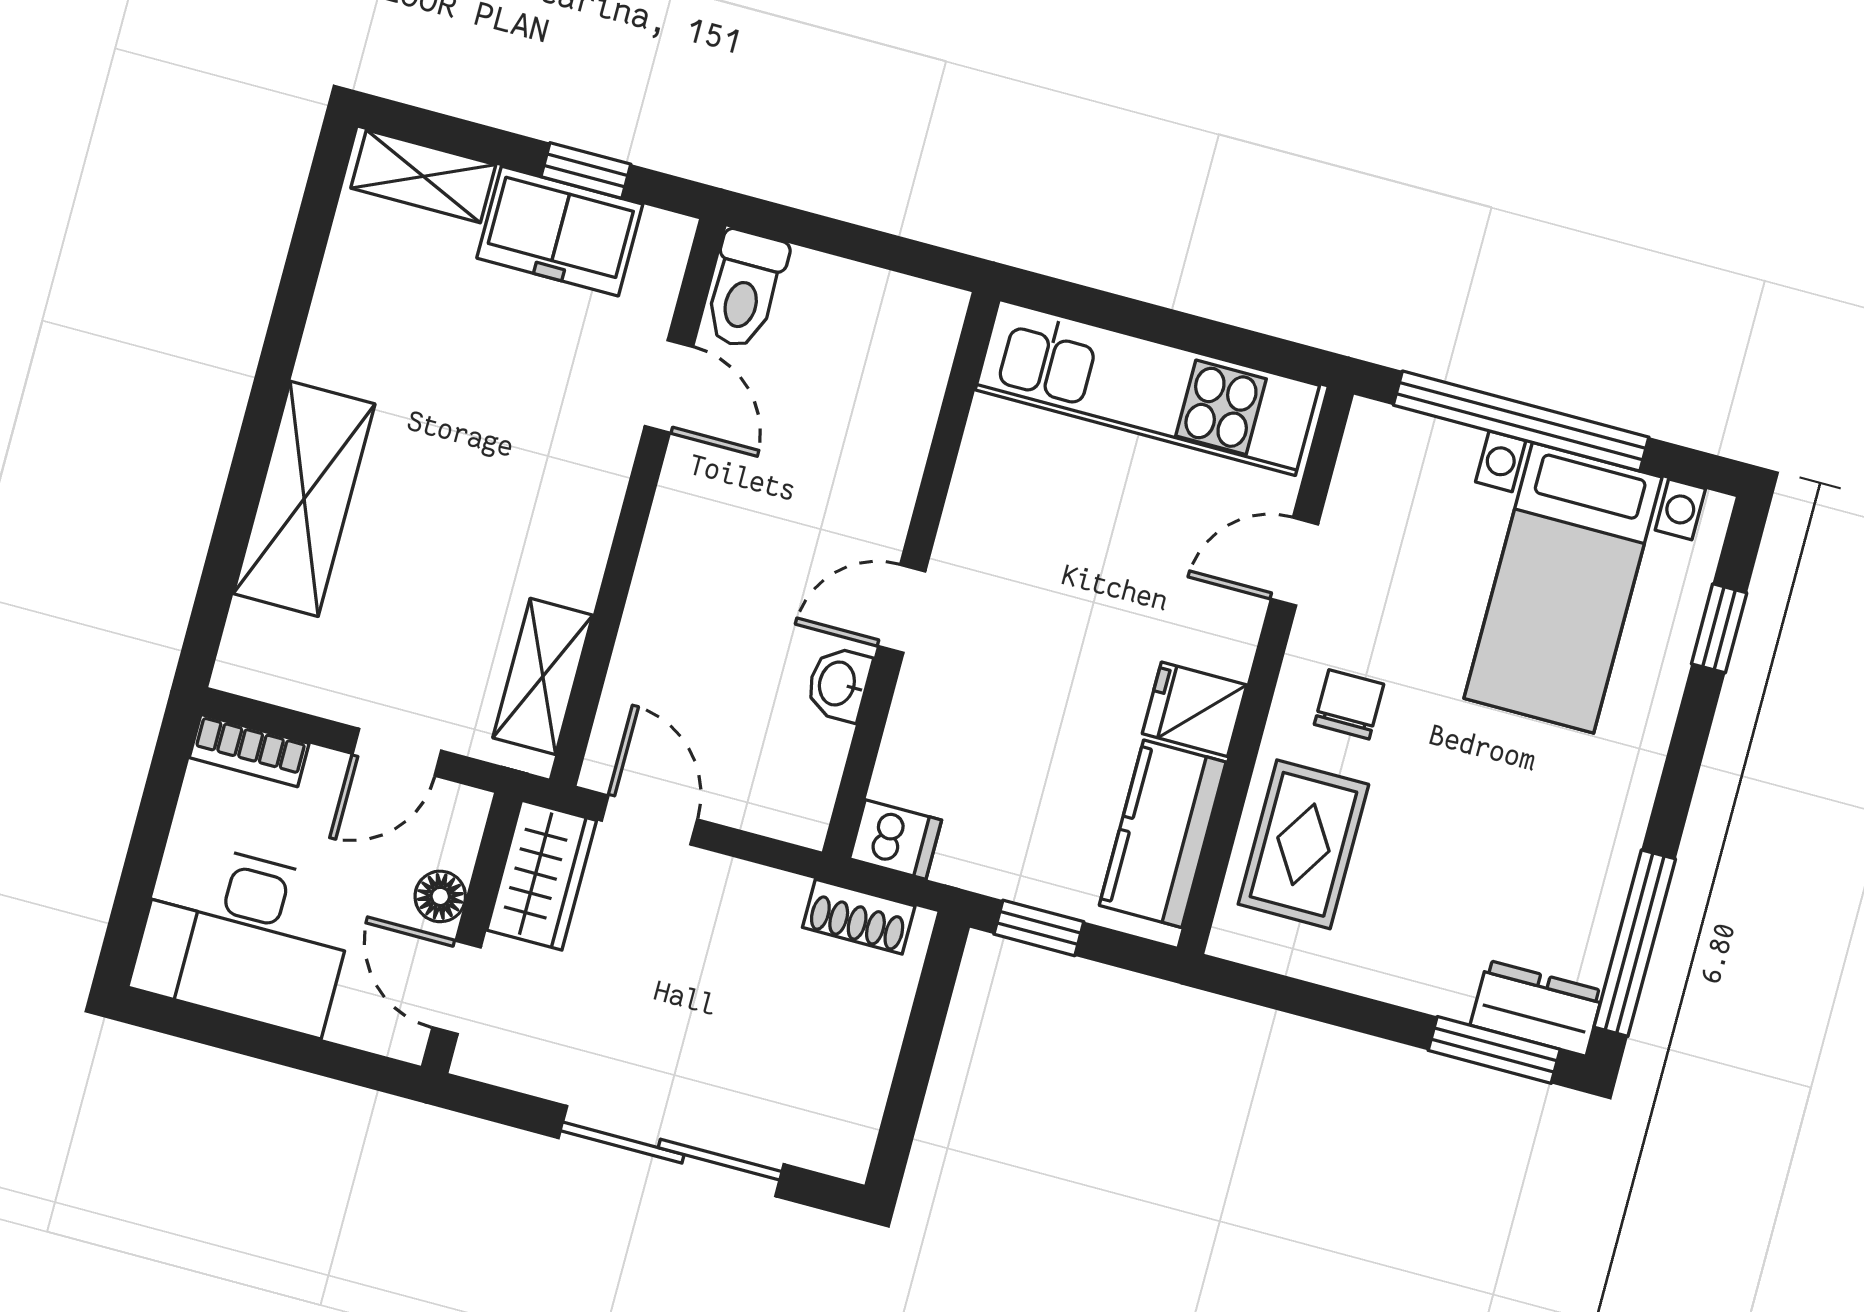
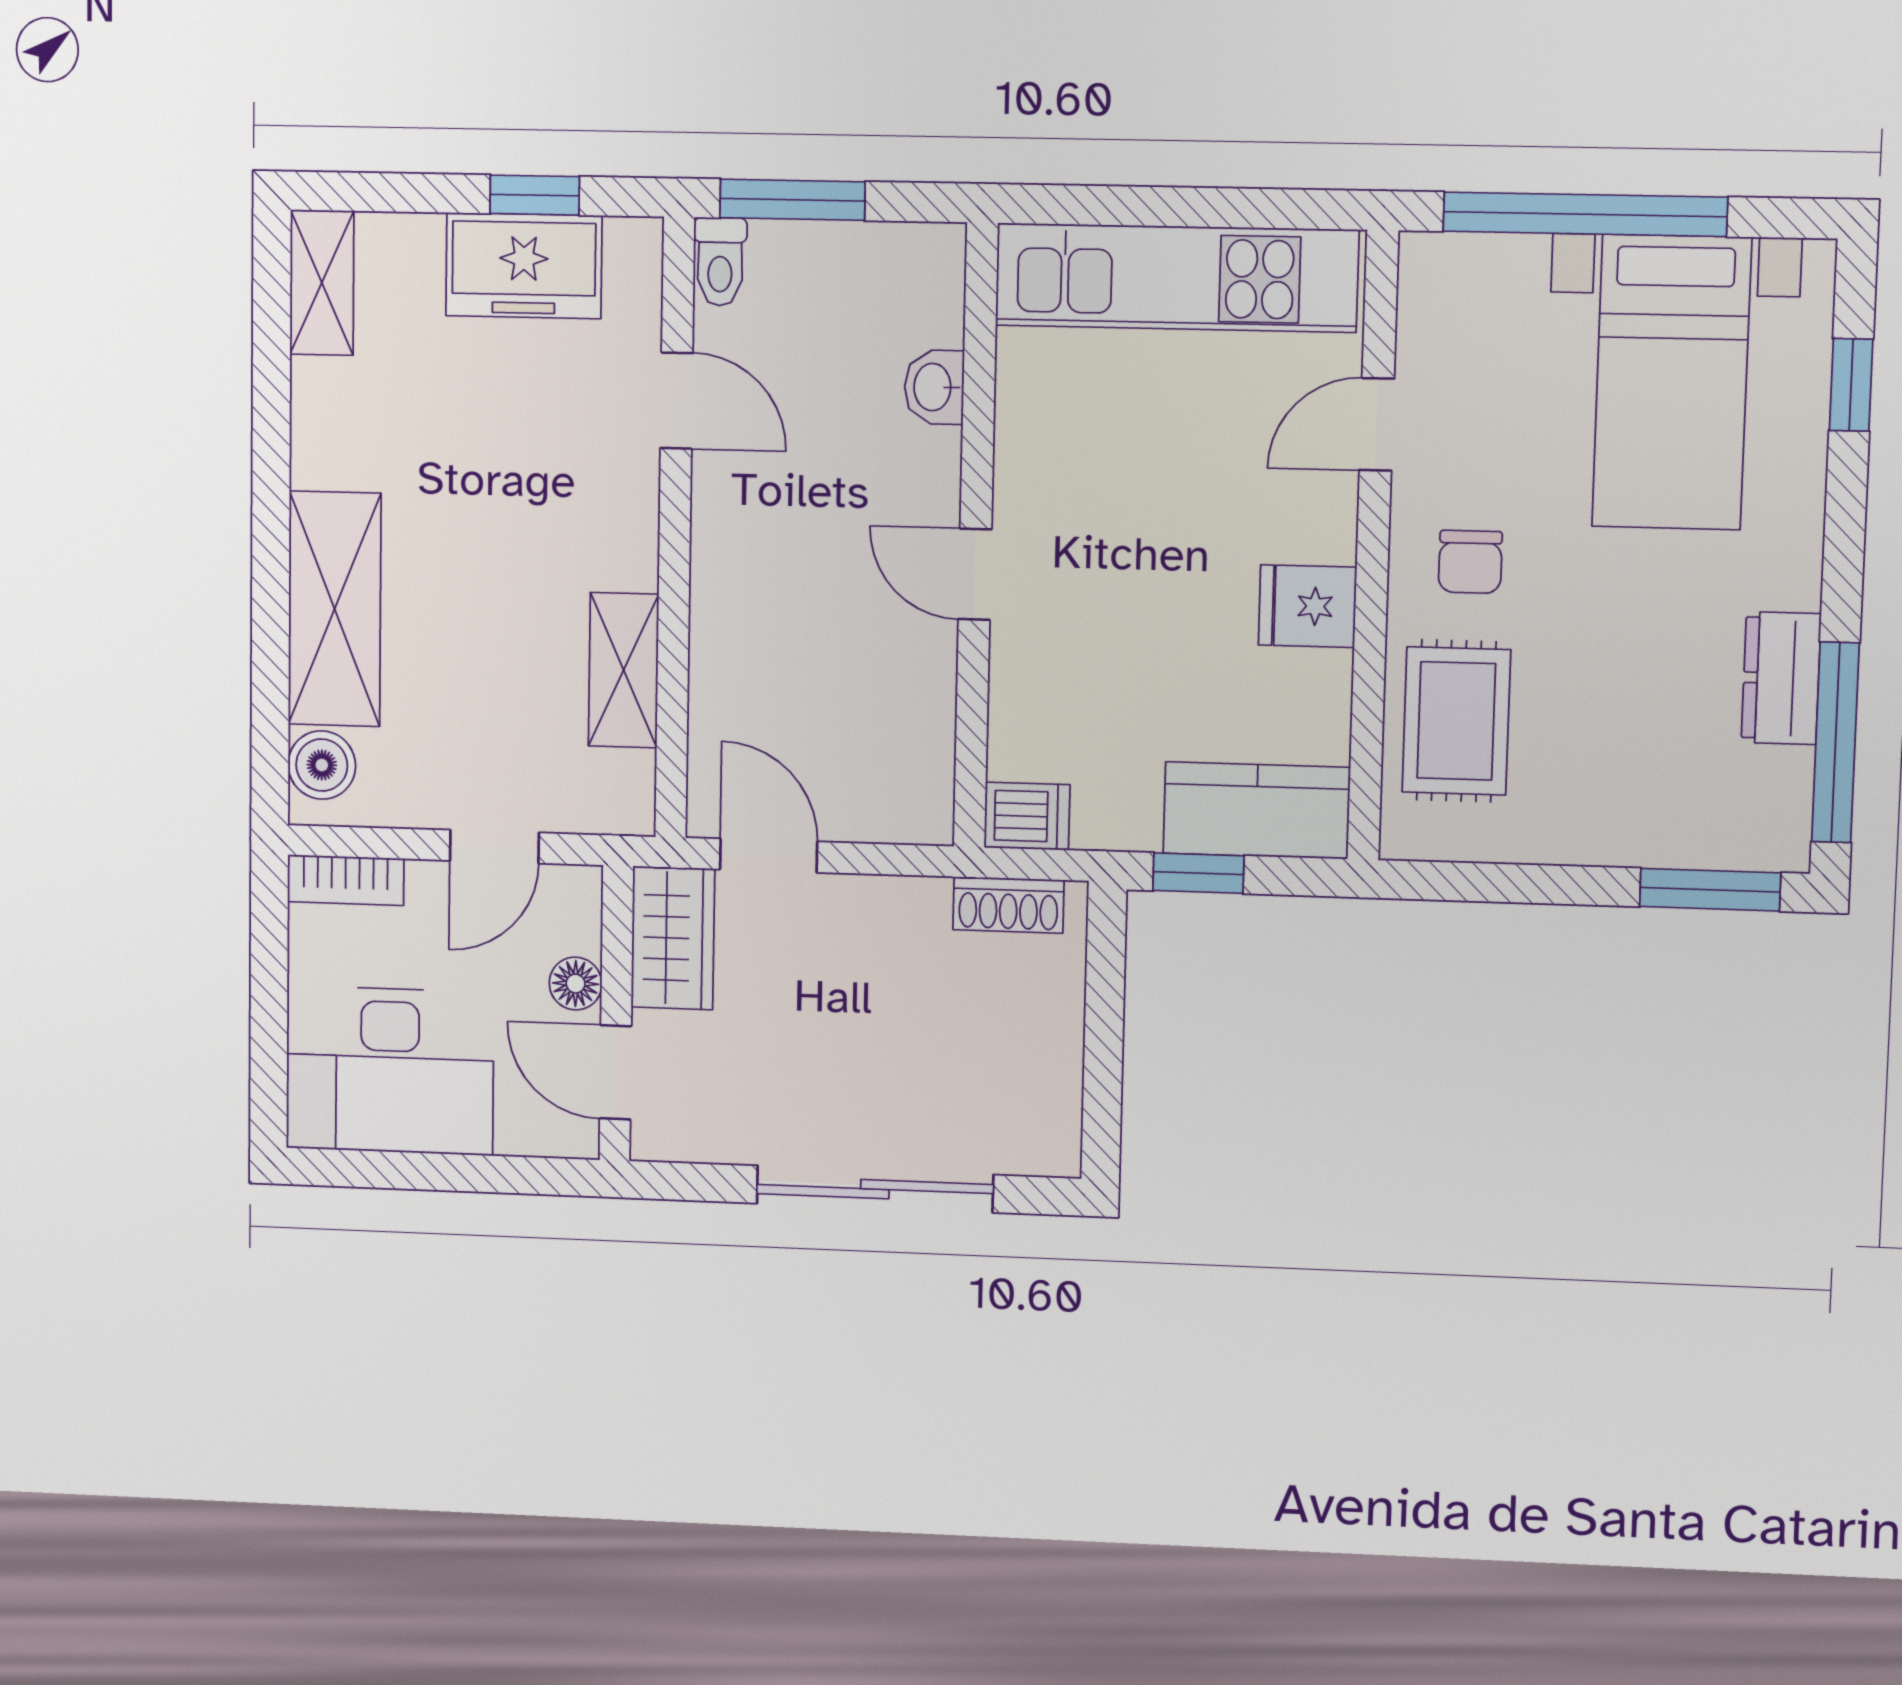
shelving: (423, 176) -> (322, 283), moved, turned 90
window: (819, 233) -> (792, 200), added
toilet: (745, 289) -> (720, 262), width x0.73, depth x0.72
door: (902, 609) -> (975, 574), hinge flipped
boiler: (255, 639) -> (322, 765), added
shelving: (543, 676) -> (624, 670), moved
washbasin: (838, 684) -> (934, 387), moved
chair: (1349, 704) -> (1470, 562), turned 180
kitchen counter: (1163, 834) -> (1257, 810), moved, turned 90
dresser: (1537, 1008) -> (1781, 678), moved, turned -90

